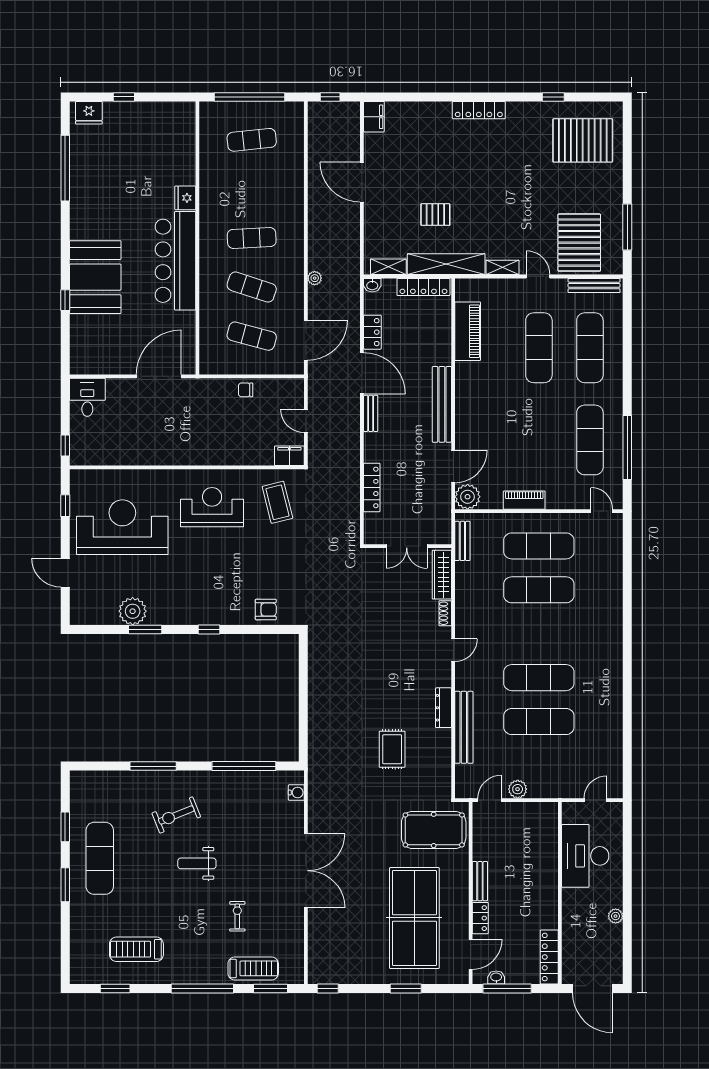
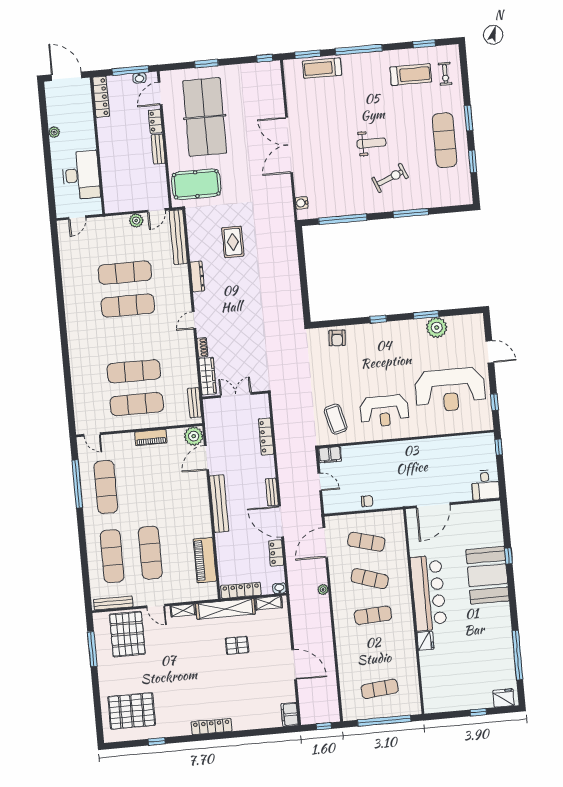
armchair: (266, 610) -> (337, 338), turned -86
bench: (464, 727) -> (178, 237), moved
exercise bike: (237, 916) -> (445, 74), moved

